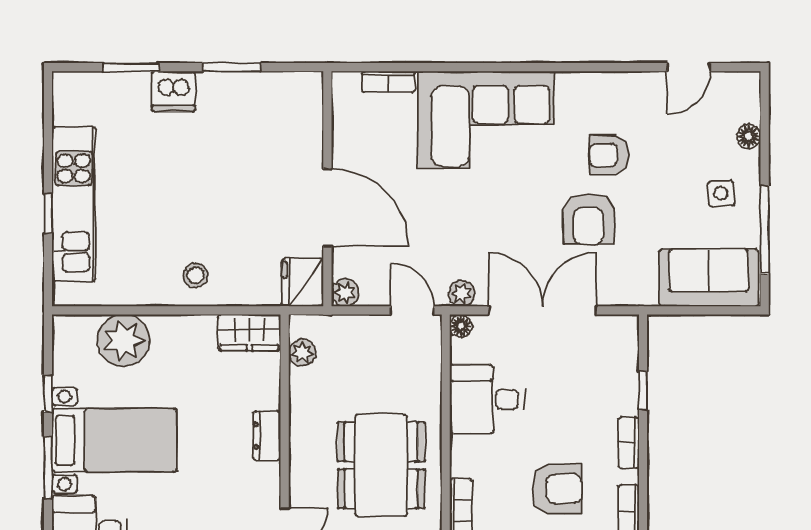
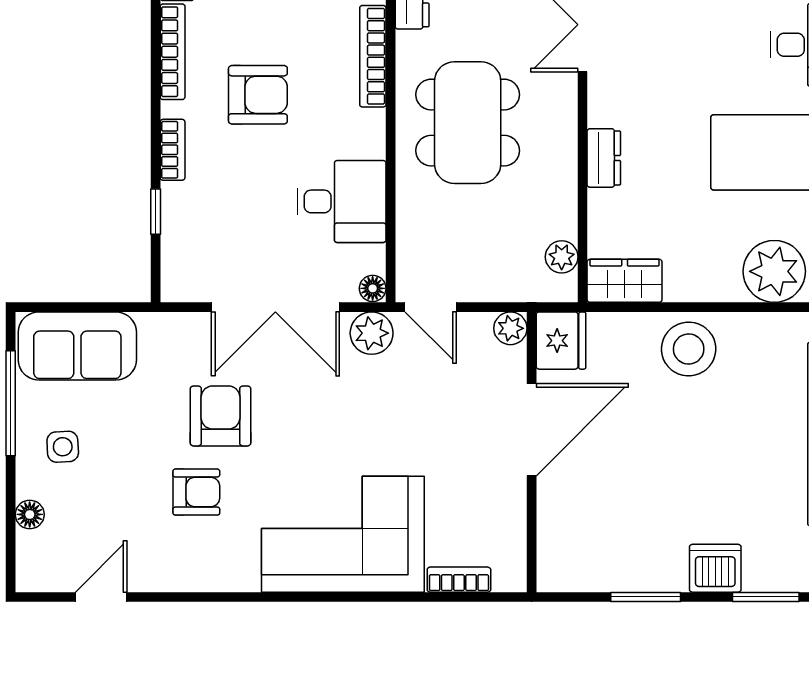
door: (327, 207) -> (532, 430), swing flipped
stool: (196, 275) -> (689, 349), width x1.89, depth x1.89
plant: (462, 293) -> (372, 333), width x1.38, depth x1.38
armchair: (557, 489) -> (258, 95), turned 180

